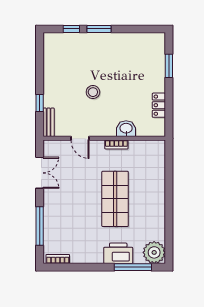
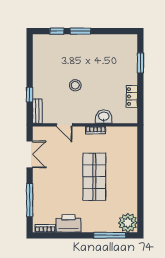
printer: (118, 253) -> (69, 223), moved

